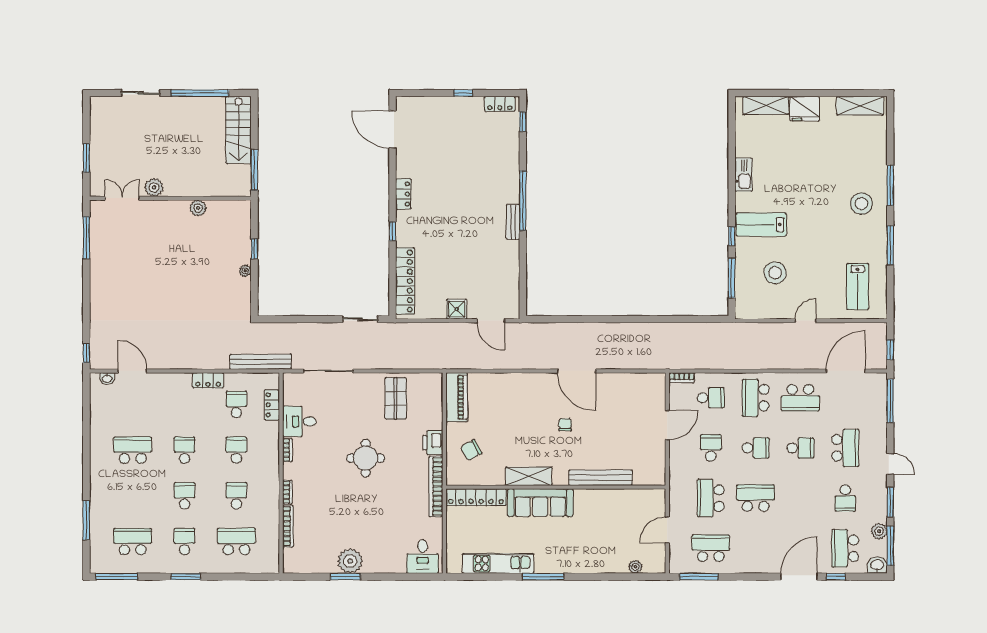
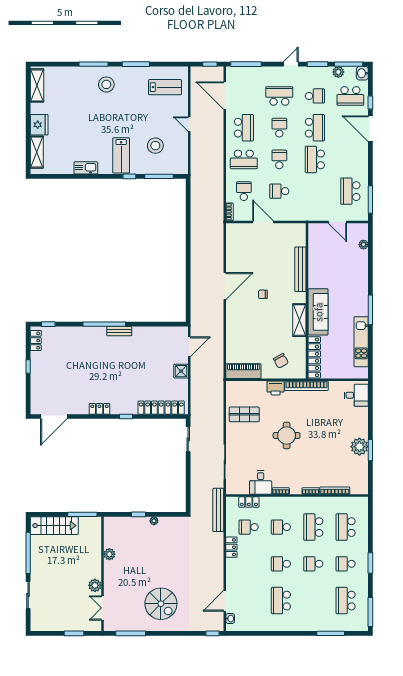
spiral stairs: (128, 281) -> (161, 604), added
school desk: (236, 496) -> (313, 527), width x1.85
school desk: (711, 498) -> (315, 128), moved, turned -90

